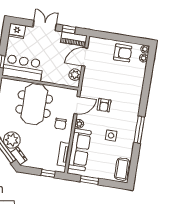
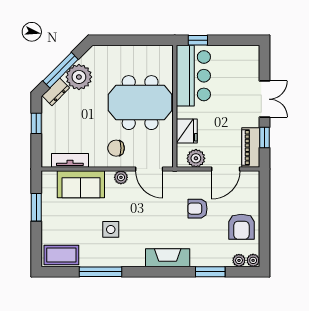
fridge: (17, 31) -> (187, 131), moved, turned 180
door: (85, 57) -> (226, 169), swing flipped
window: (148, 77) -> (210, 272), added
fireplace: (135, 103) -> (168, 258), added
armchair: (104, 105) -> (198, 209), moved
window: (139, 130) -> (100, 272), moved
sofa: (80, 150) -> (81, 184), width x0.73
window: (48, 173) -> (36, 123), moved

